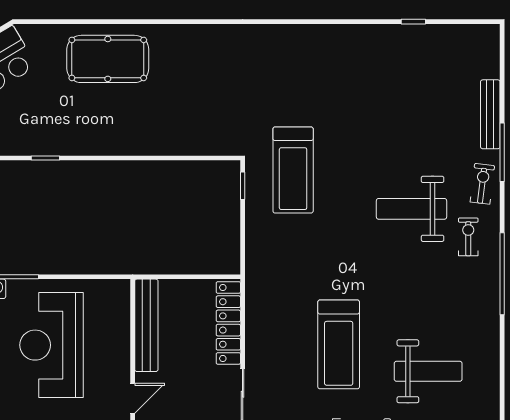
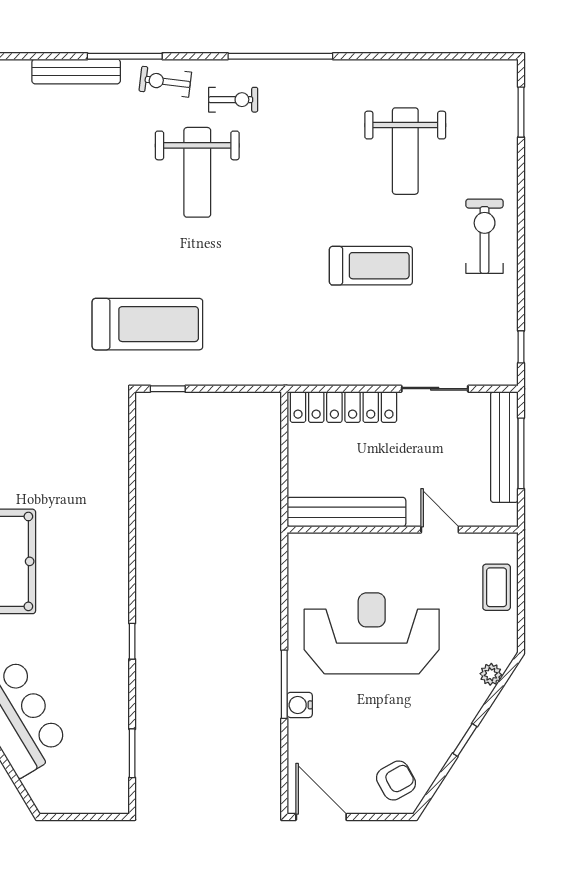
exercise bike: (468, 237) -> (233, 100), turned 180
treadmill: (339, 344) -> (371, 266), width x0.73, depth x0.73
reception desk: (52, 345) -> (372, 633), turned 180
weight bench: (428, 371) -> (405, 151), turned 180

